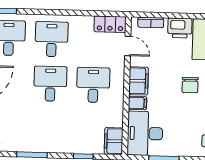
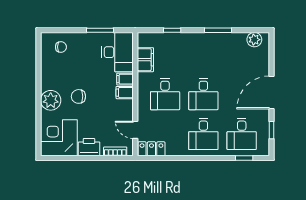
filing cabinet: (138, 81) -> (125, 93), width x0.50
chair: (190, 85) -> (78, 96), turned -90
filing cabinet: (114, 141) -> (145, 60), moved

